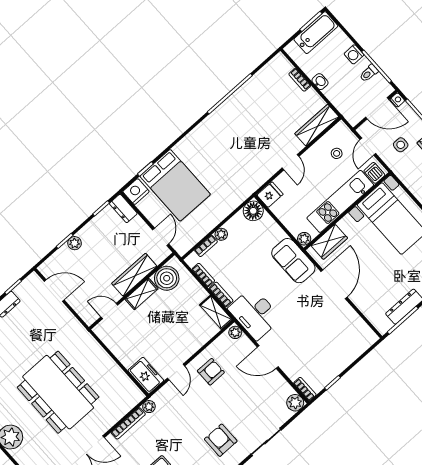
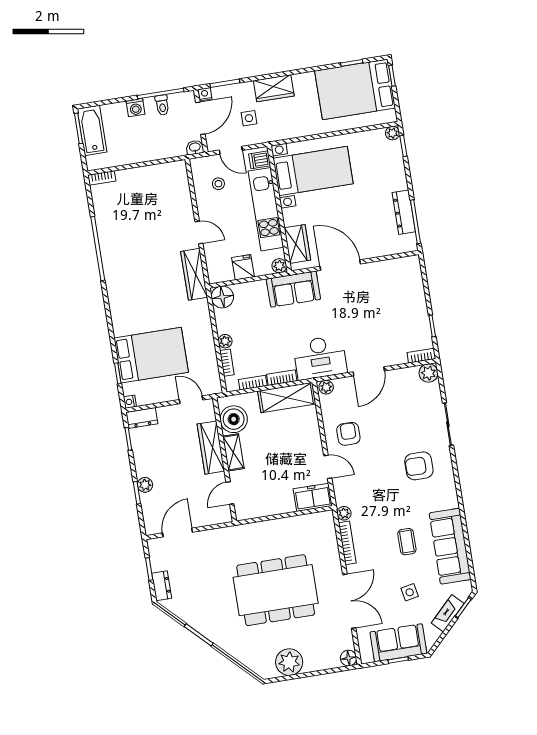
bookcase: (300, 80) -> (102, 178), moved
washbasin: (320, 82) -> (195, 147), moved
wardrobe: (317, 125) -> (194, 274), moved
nightstand: (136, 192) -> (130, 402), width x0.53, depth x0.56
fridge: (270, 195) -> (243, 267), moved
shelving: (216, 312) -> (287, 398), width x1.50, depth x1.33

